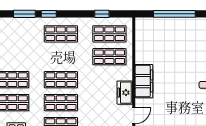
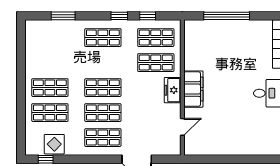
window: (49, 14) -> (119, 16), moved
freezer: (125, 93) -> (173, 90), moved

